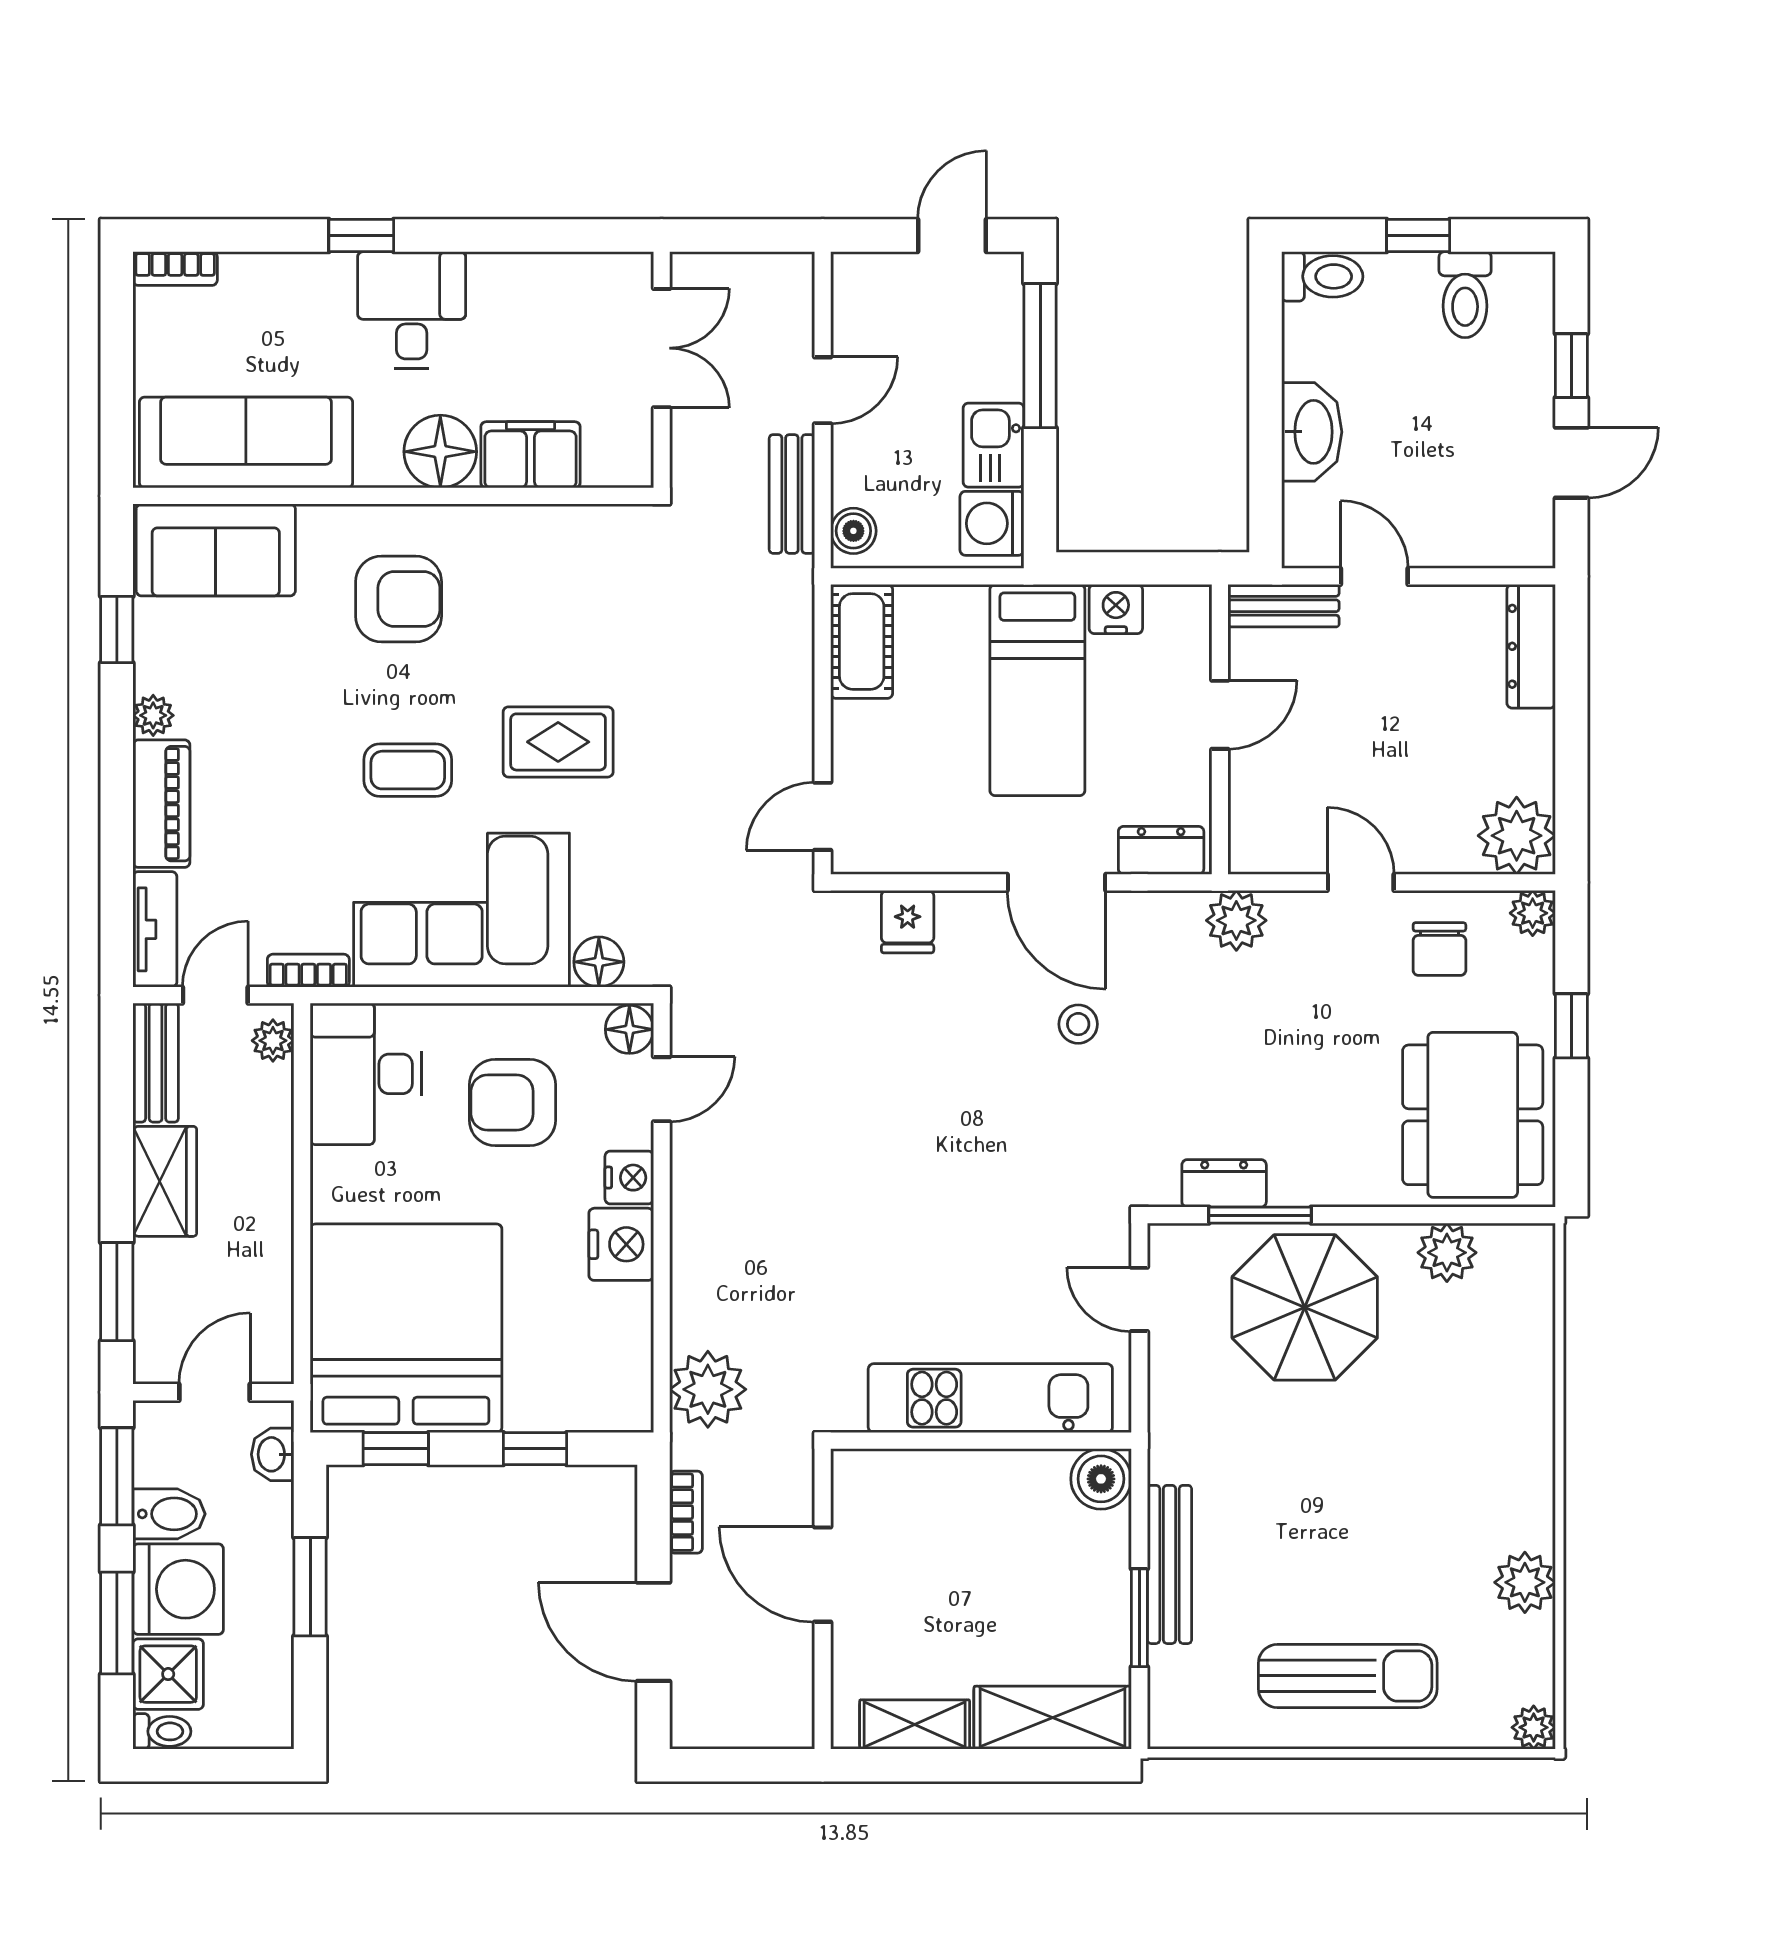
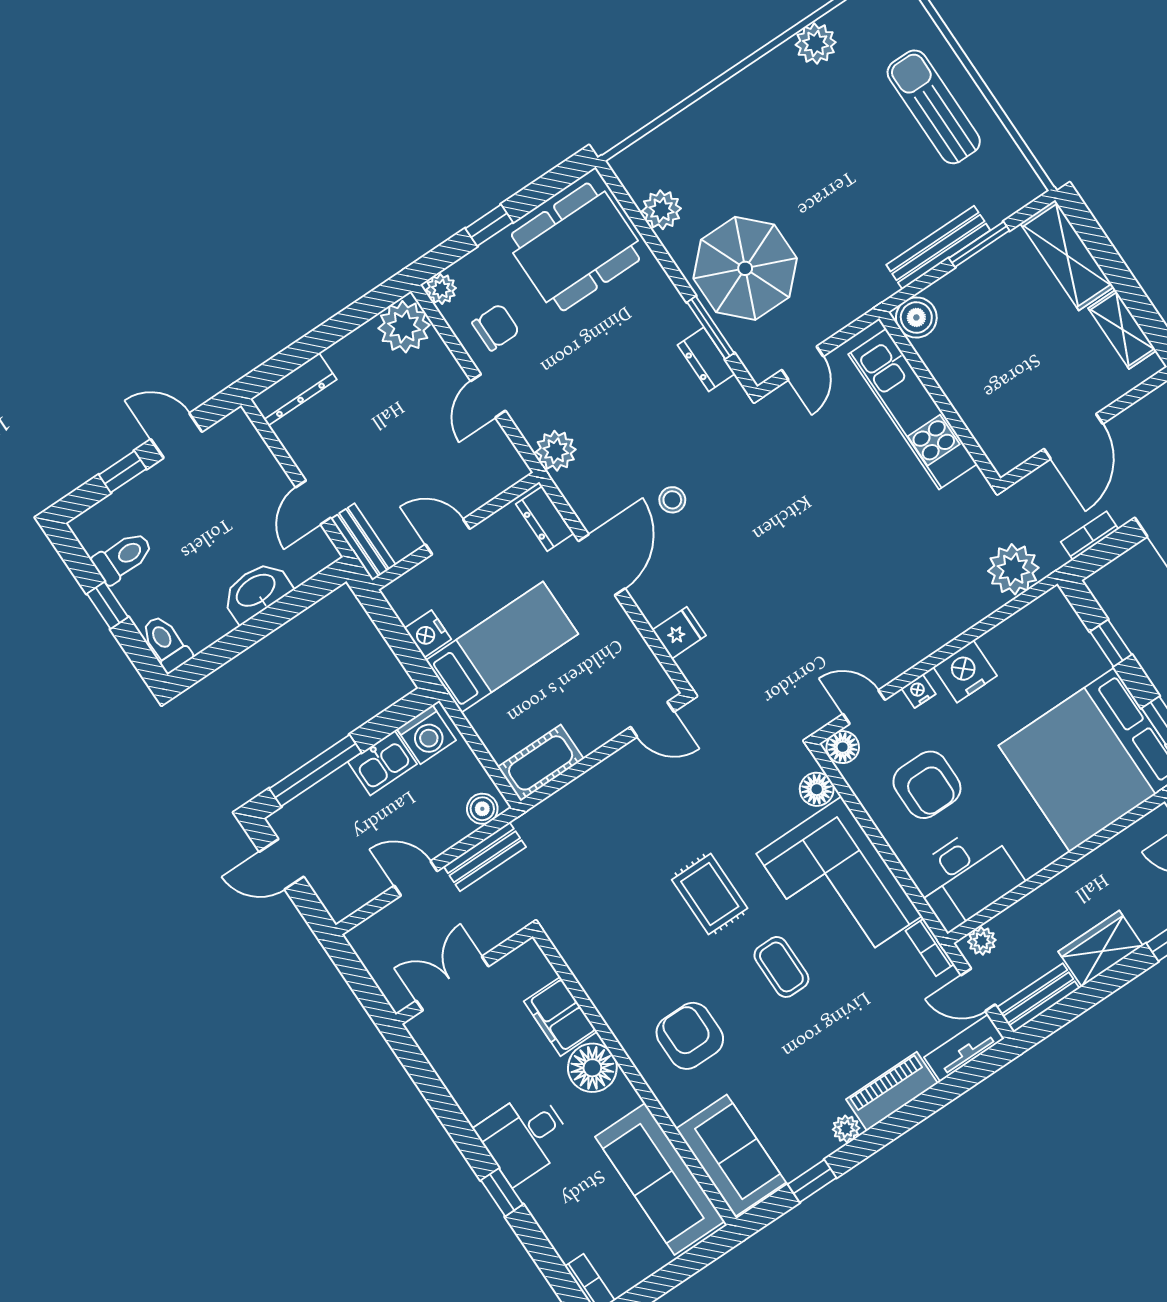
nightstand: (629, 1178) -> (919, 691), width x0.72, depth x0.74

